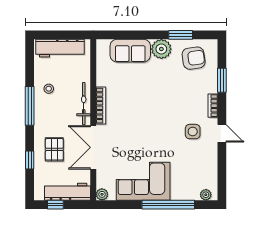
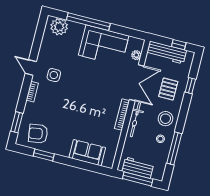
window: (63, 35) -> (138, 179), added
workbench: (60, 48) -> (138, 168), width x0.73
plant: (161, 49) -> (62, 148), removed
window: (222, 80) -> (17, 122), moved
window: (30, 106) -> (174, 148), moved
stool: (49, 114) -> (165, 119), added
plant: (102, 194) -> (136, 55), moved
plant: (206, 195) -> (59, 27), width x1.88, depth x1.88

